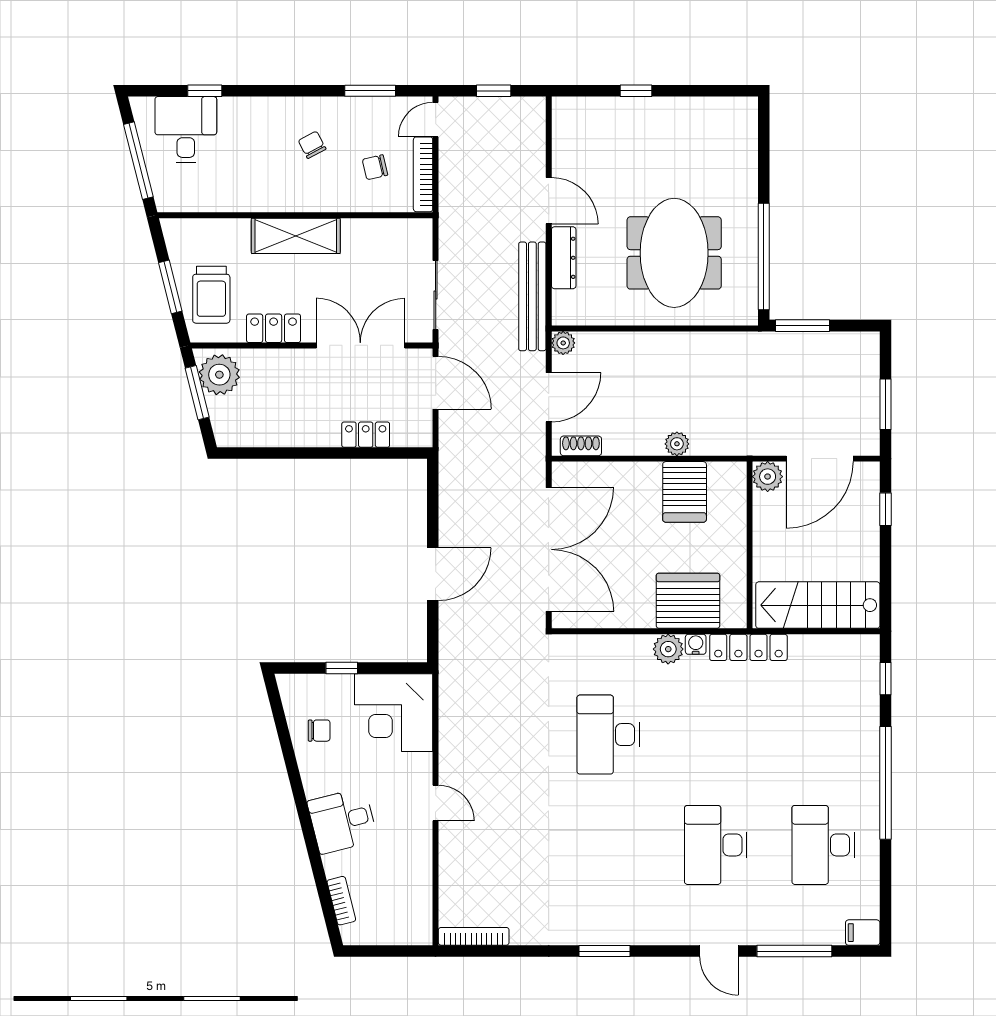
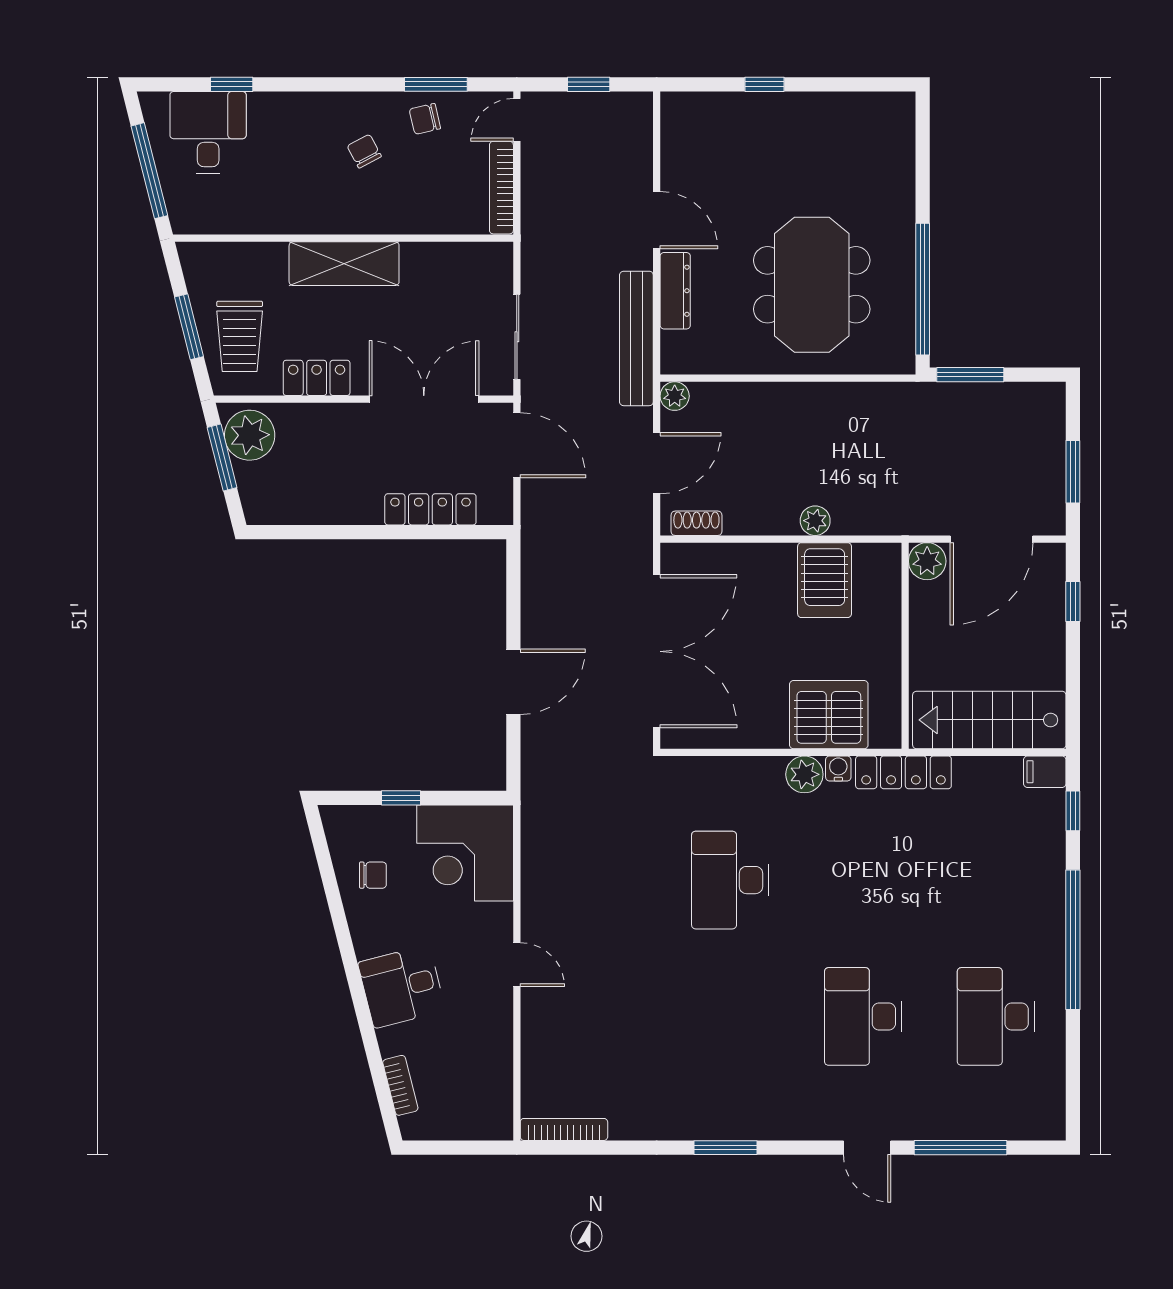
chair: (375, 167) -> (425, 119), moved
locker: (366, 435) -> (430, 509), width x1.53
filing cabinet: (863, 933) -> (1045, 772), moved

